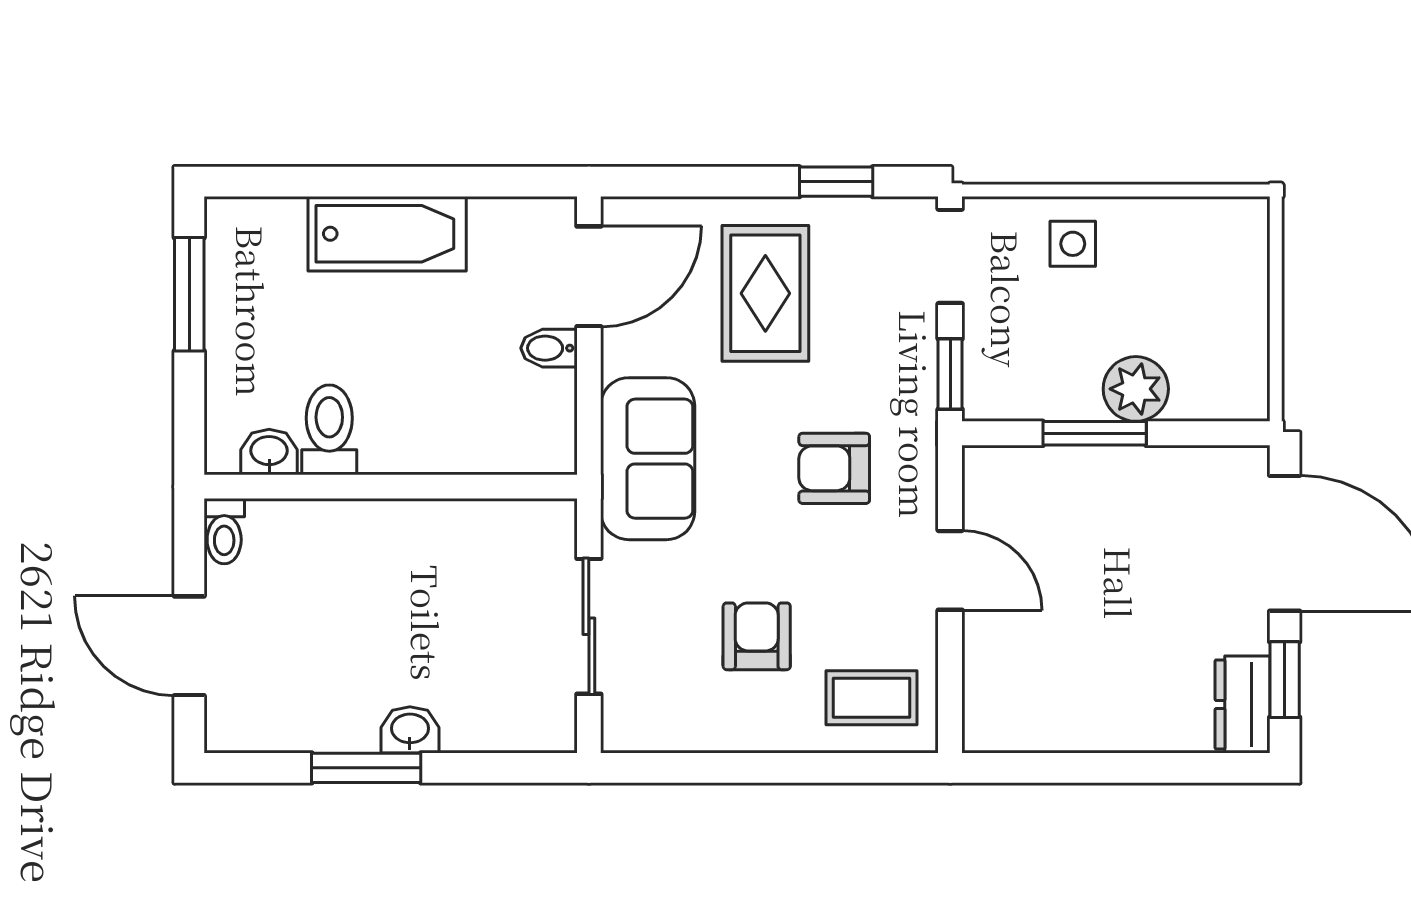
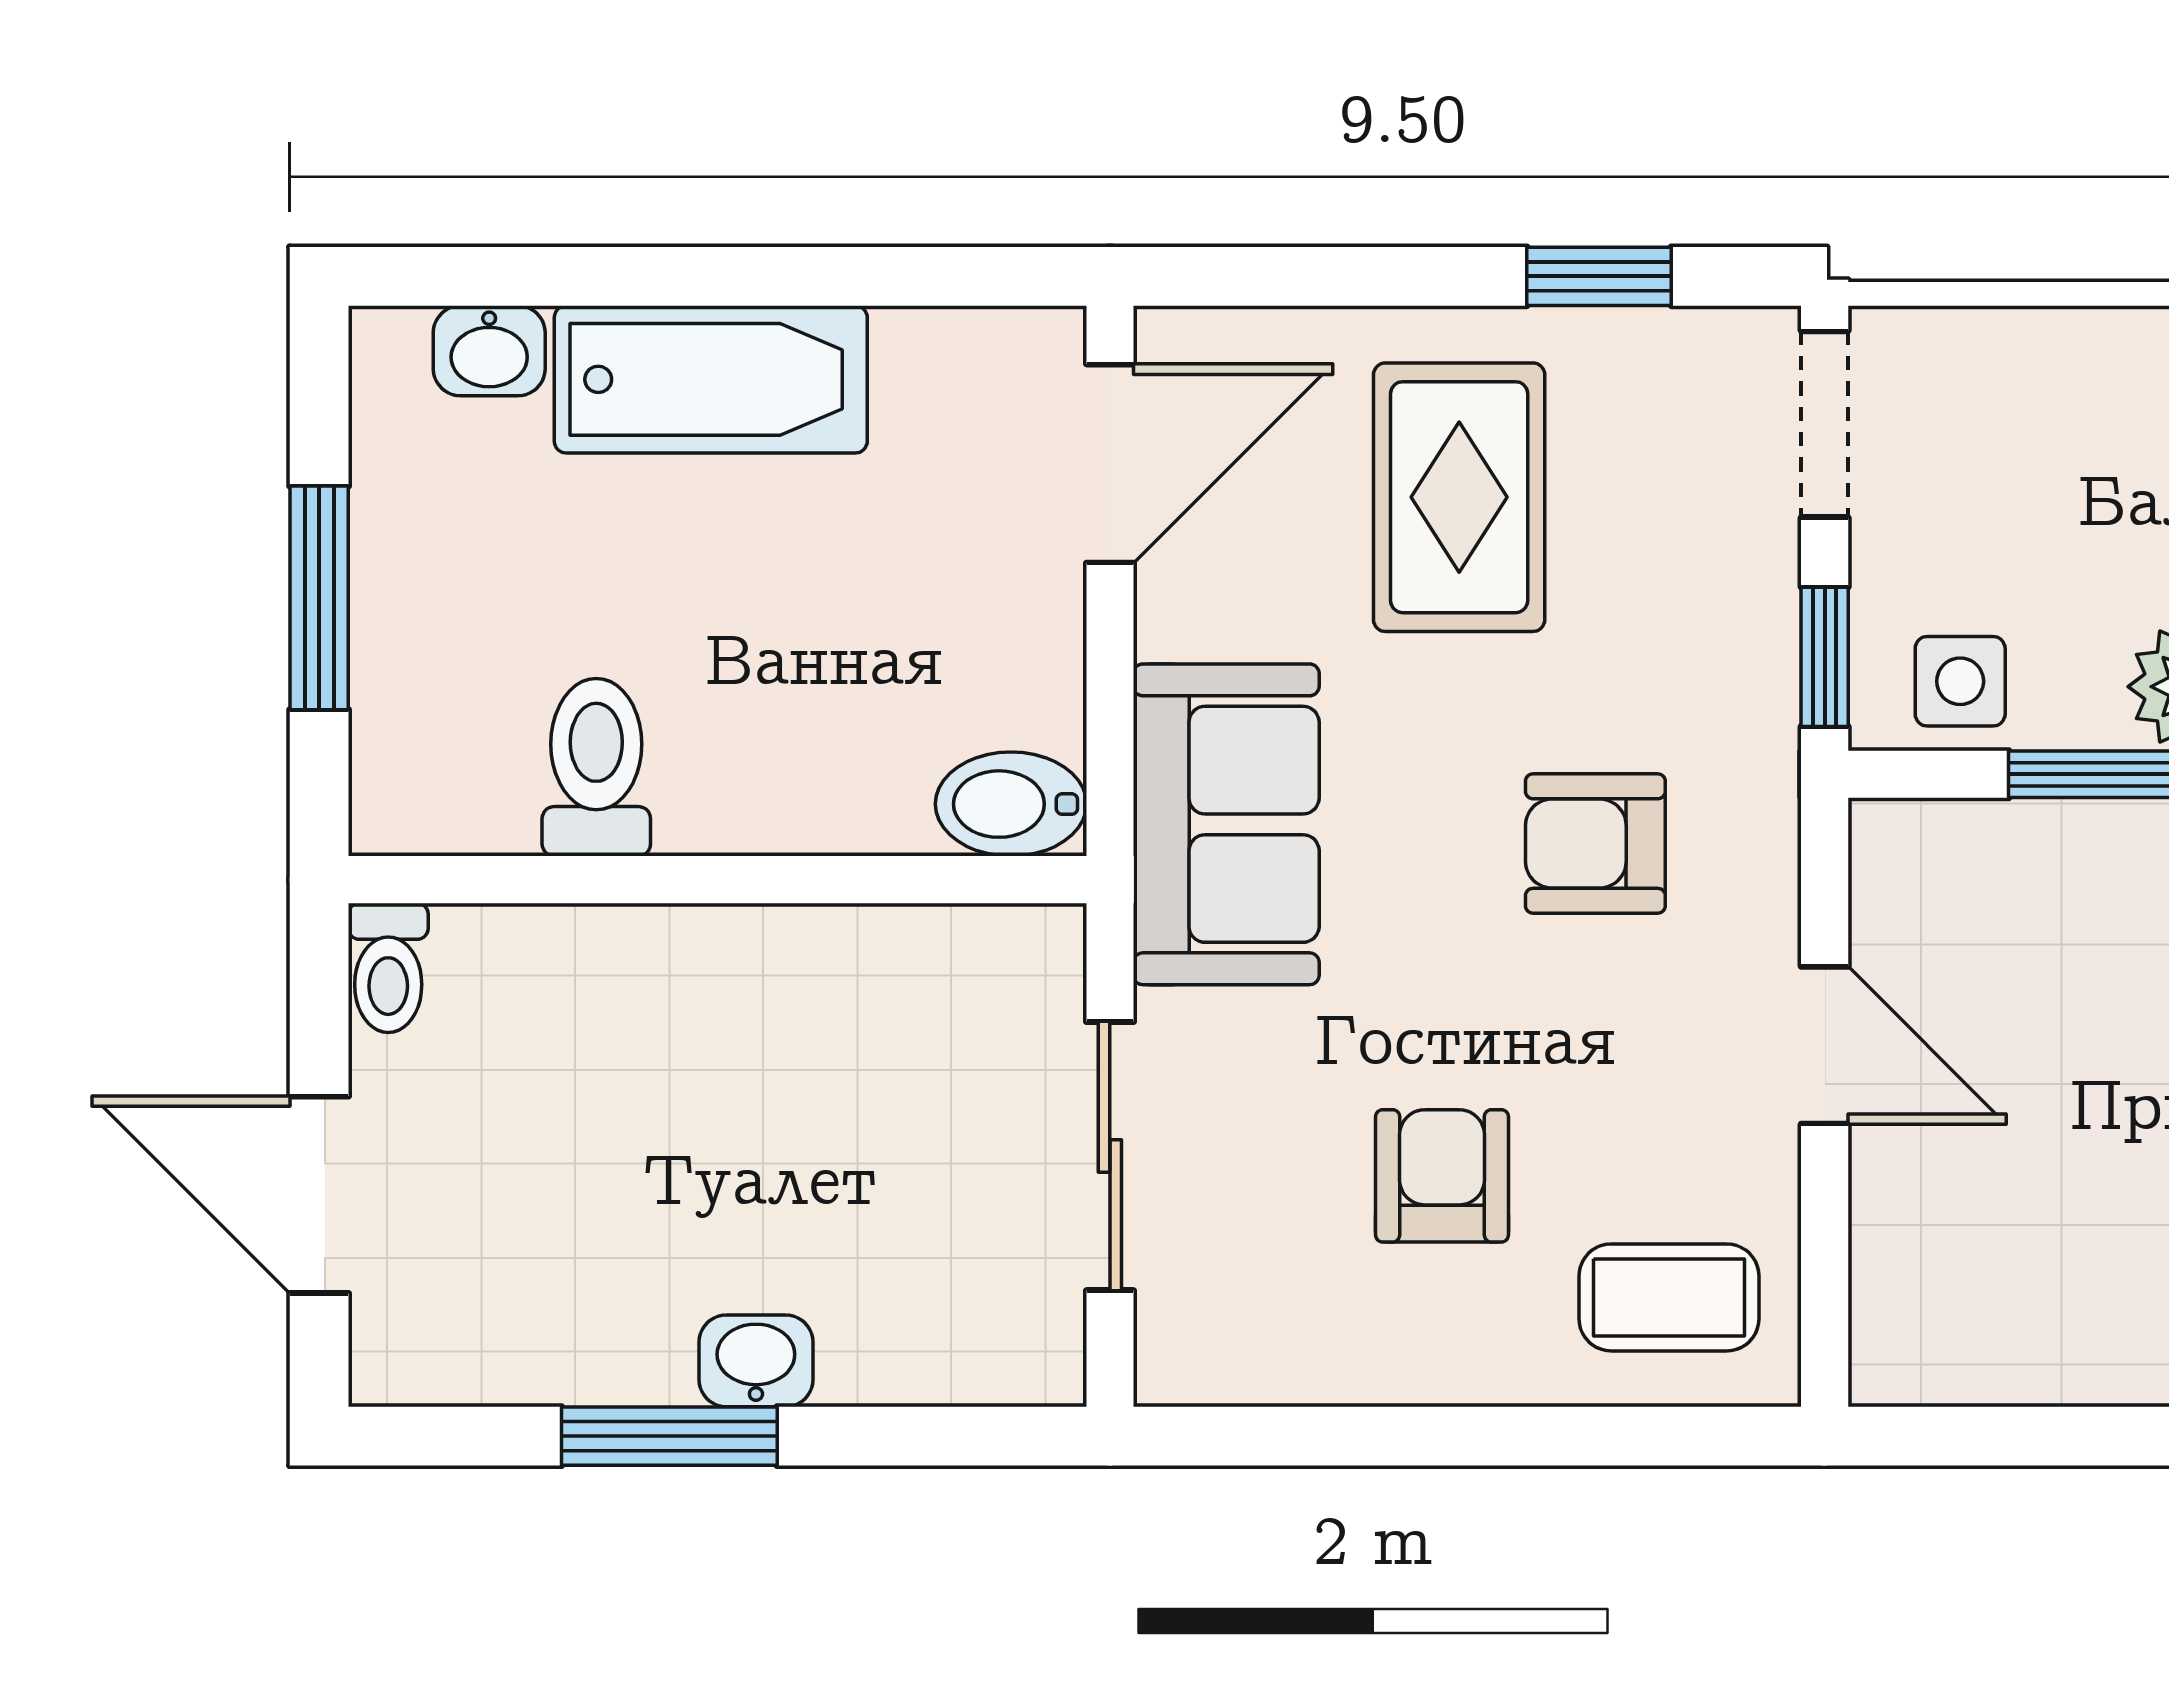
side table: (1073, 244) -> (1960, 681), moved
window: (189, 294) -> (319, 598), moved
bidet: (549, 348) -> (1011, 804), moved, width x1.38, depth x1.36
washbasin: (269, 452) -> (489, 351), moved, turned 180

